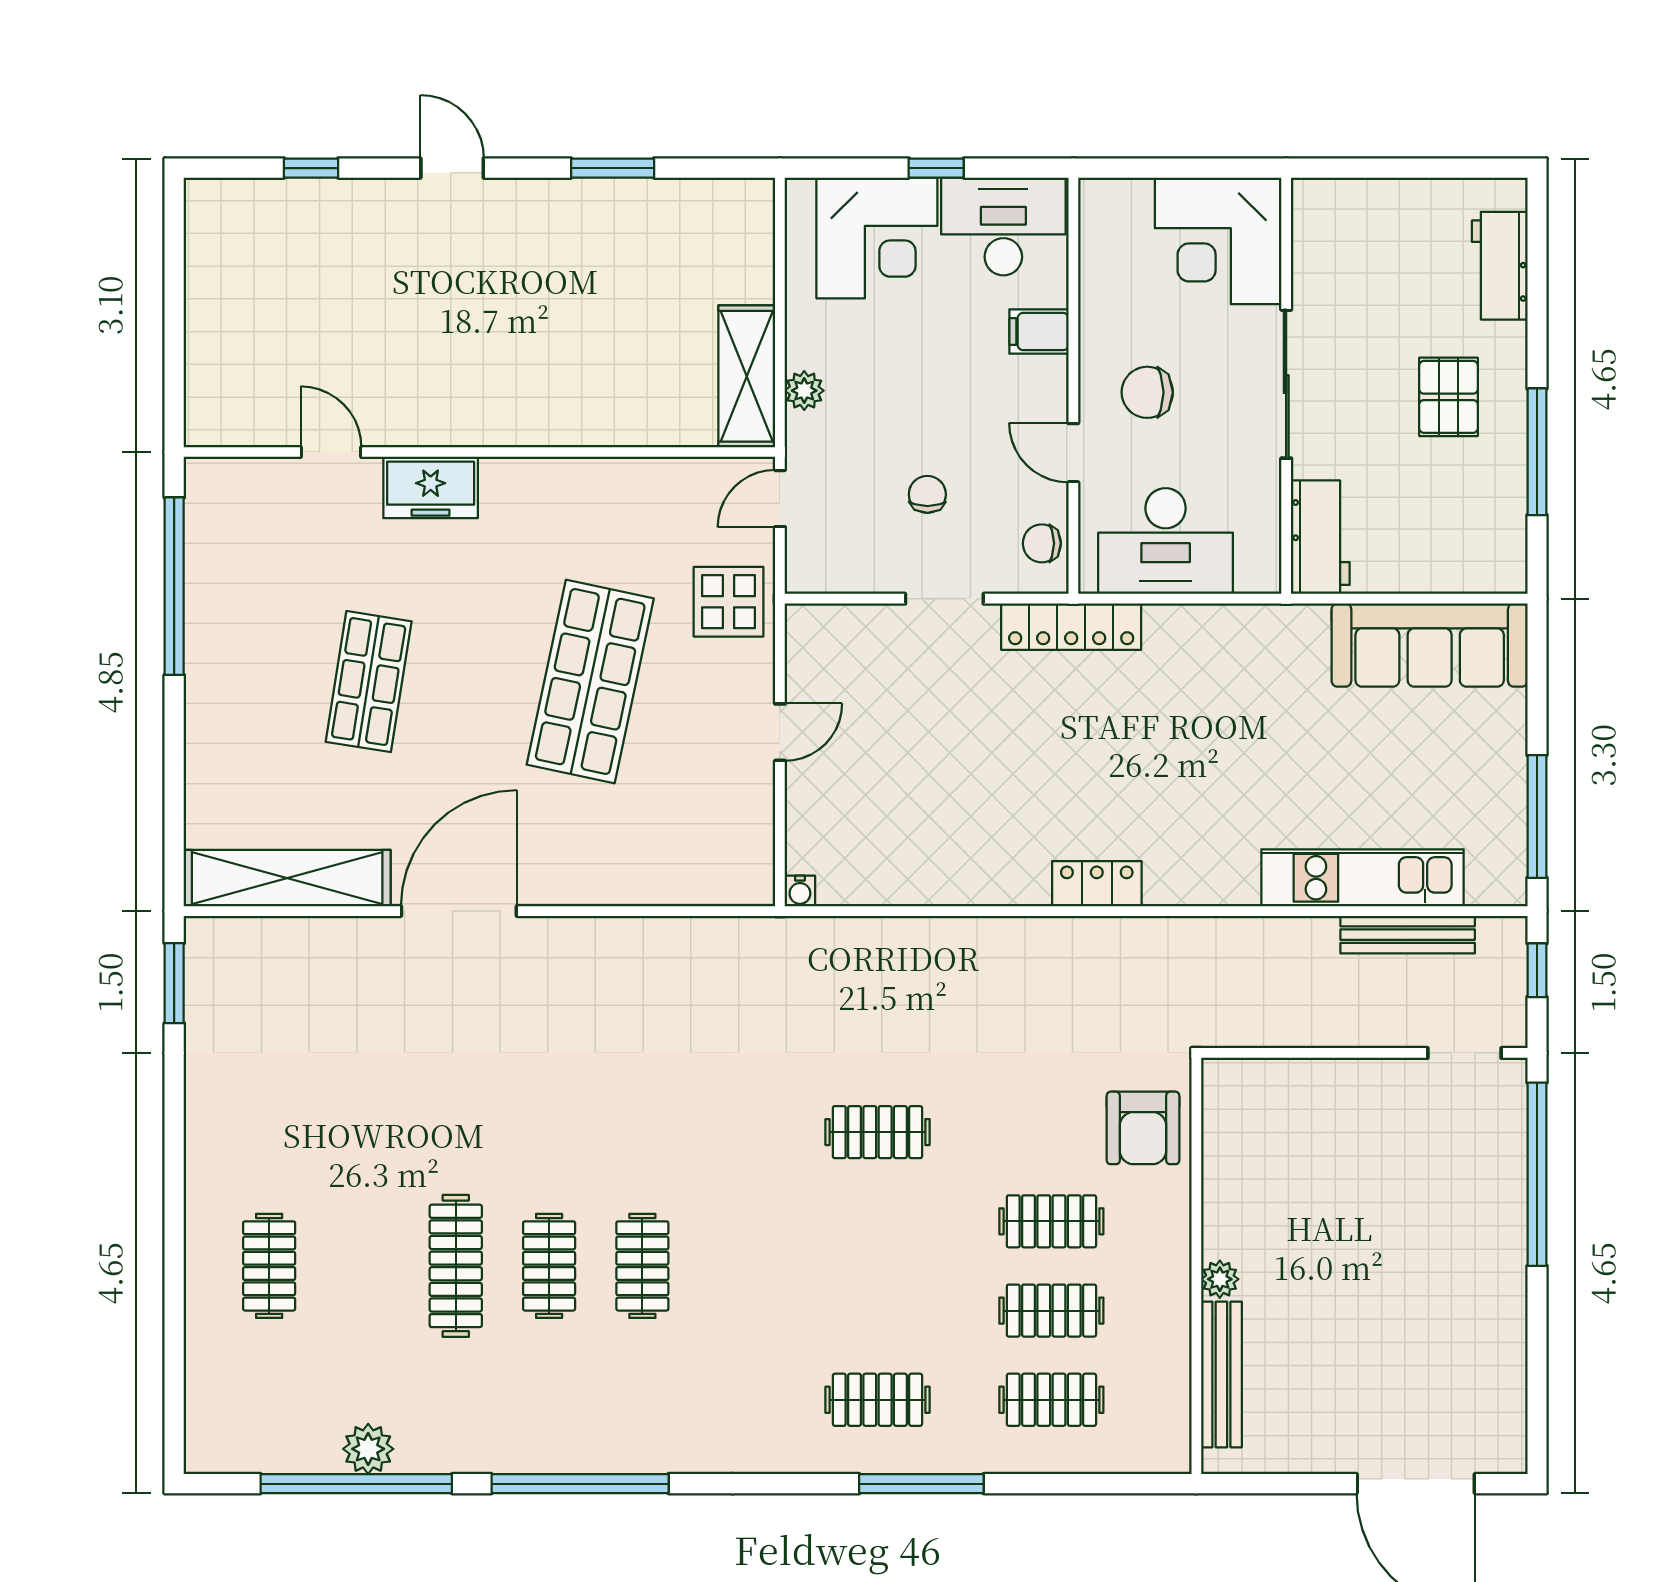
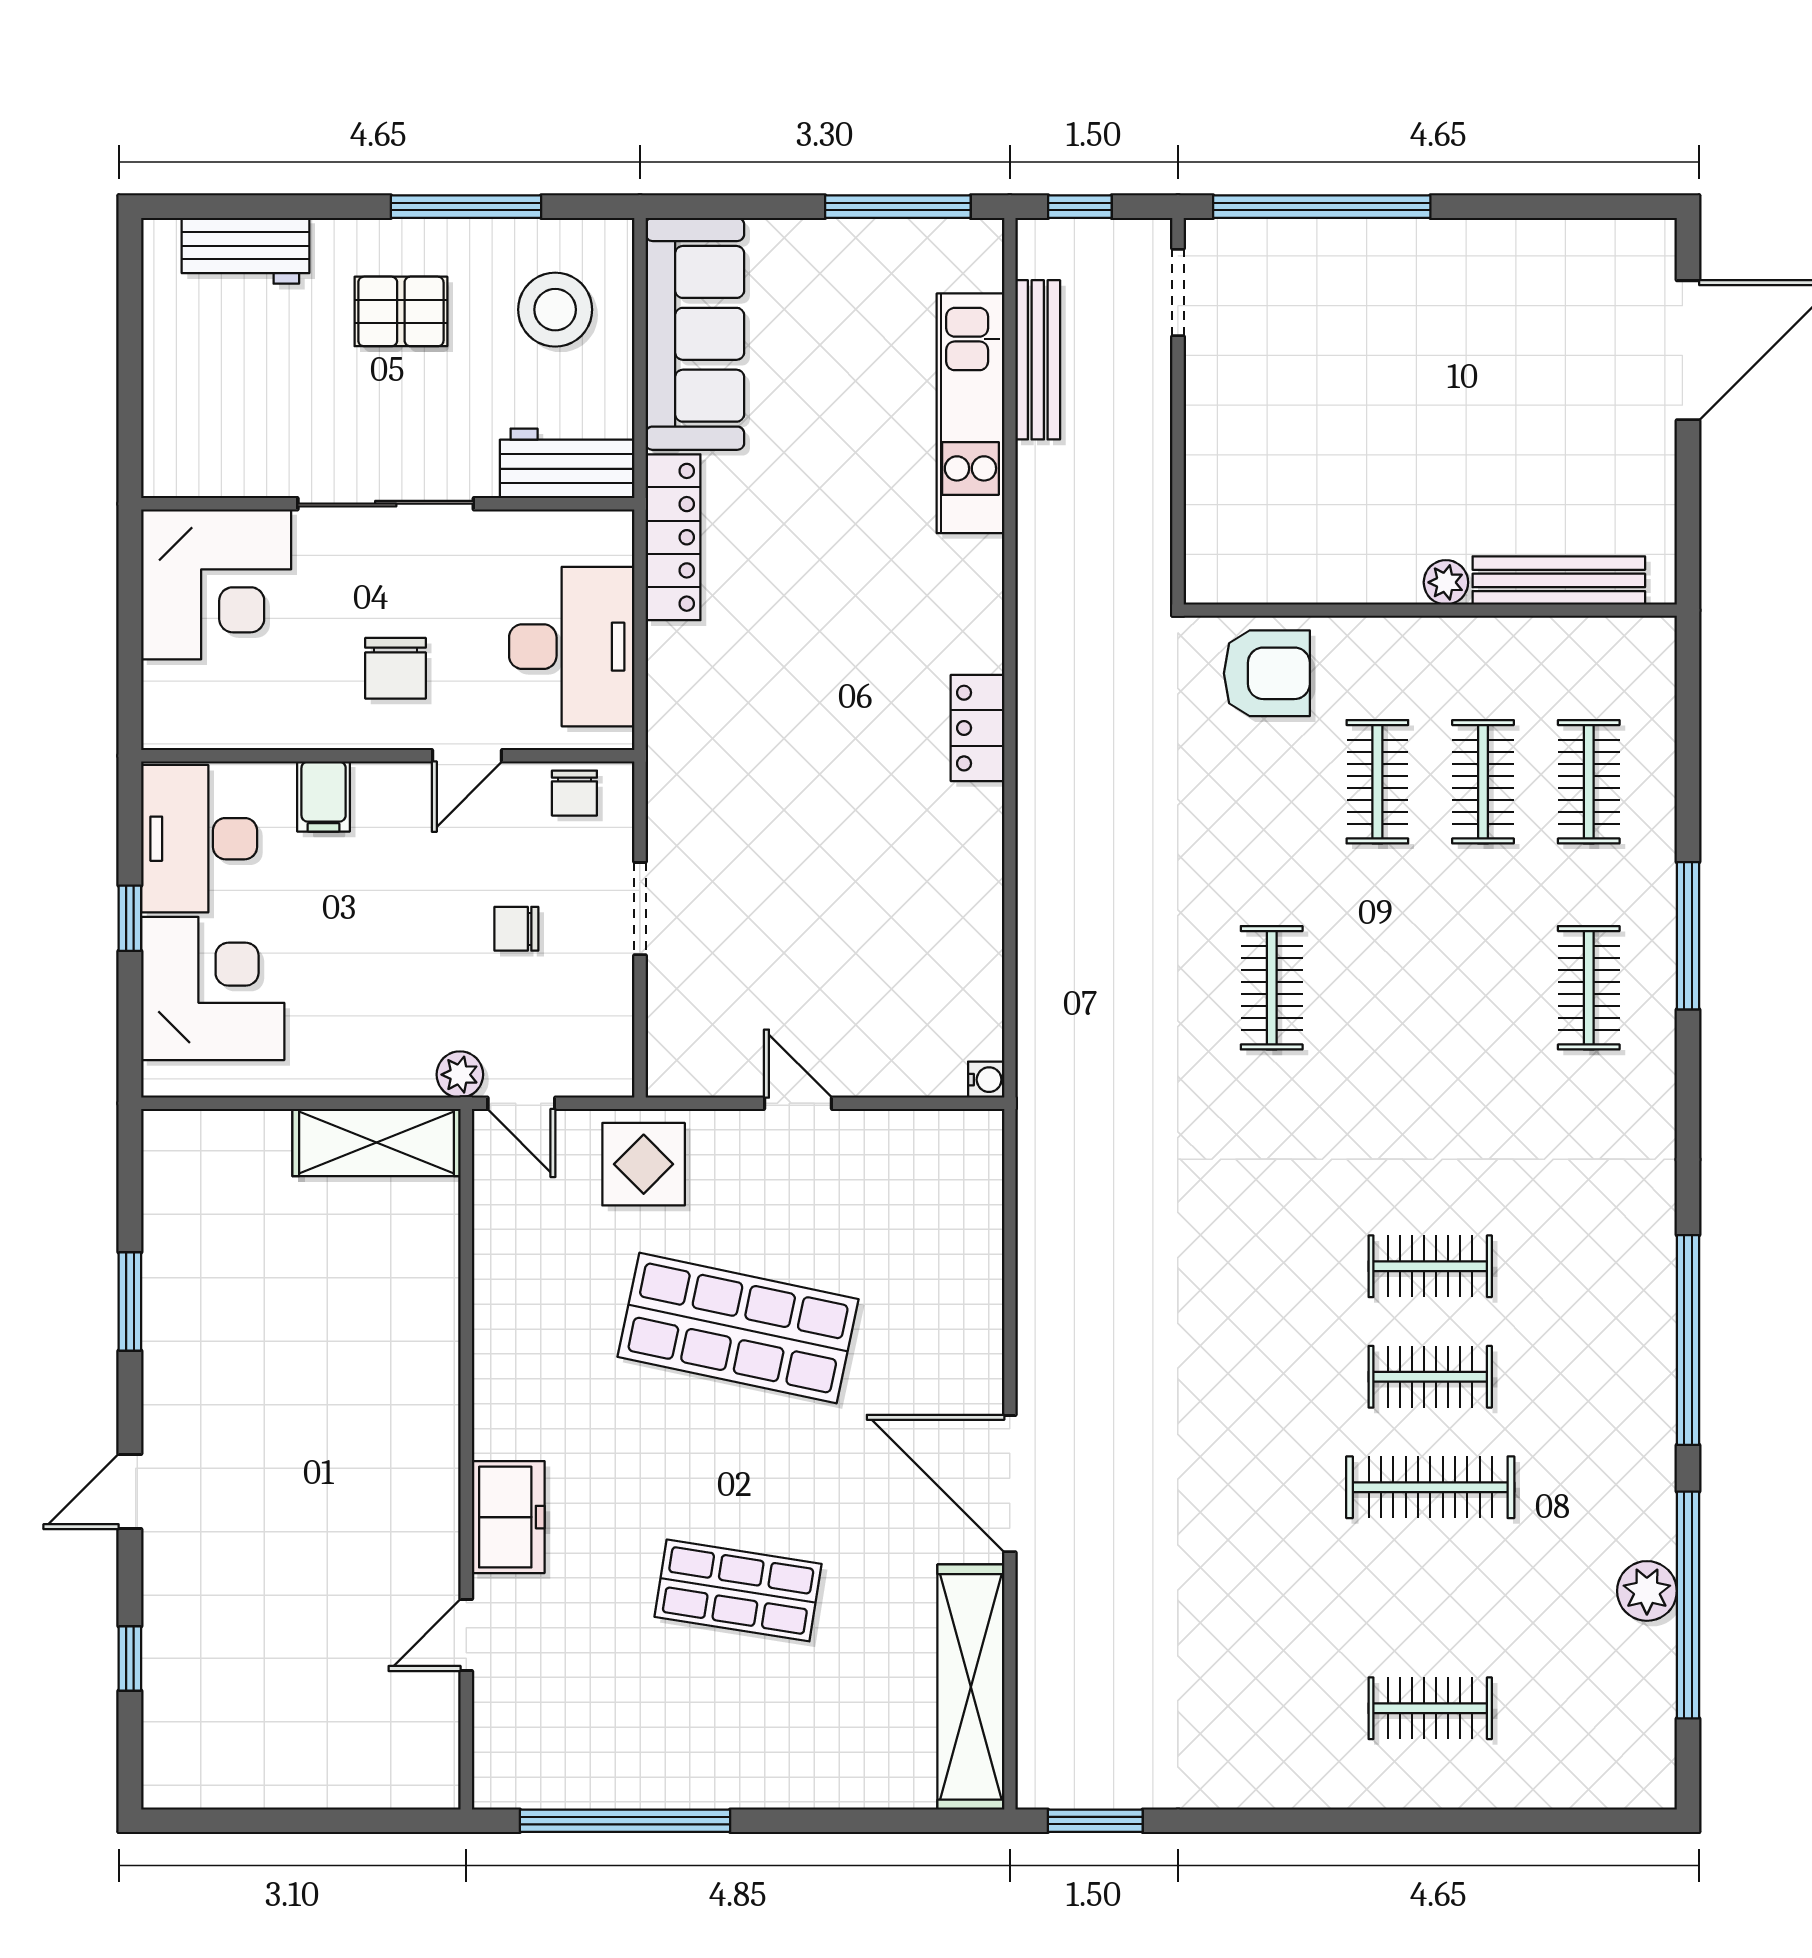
plant: (804, 391) -> (460, 1075), moved
stool: (1450, 527) -> (555, 310), added
locker: (1071, 627) -> (673, 537), moved

